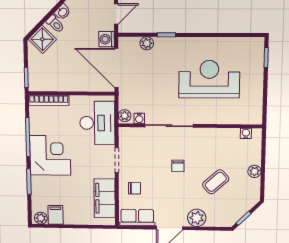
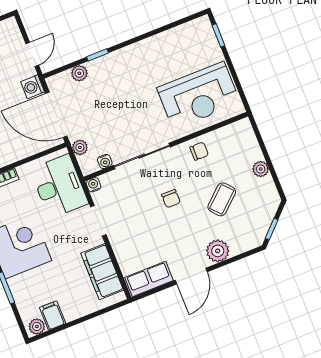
reception desk: (209, 79) -> (199, 95), moved, turned 180
plant: (125, 116) -> (80, 147), moved
water cooler: (246, 133) -> (94, 185), moved
chair: (134, 188) -> (199, 151), moved

